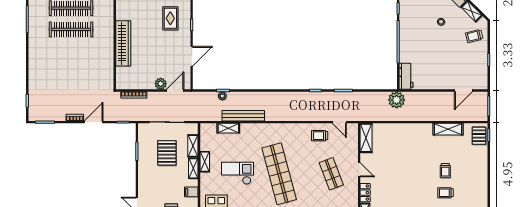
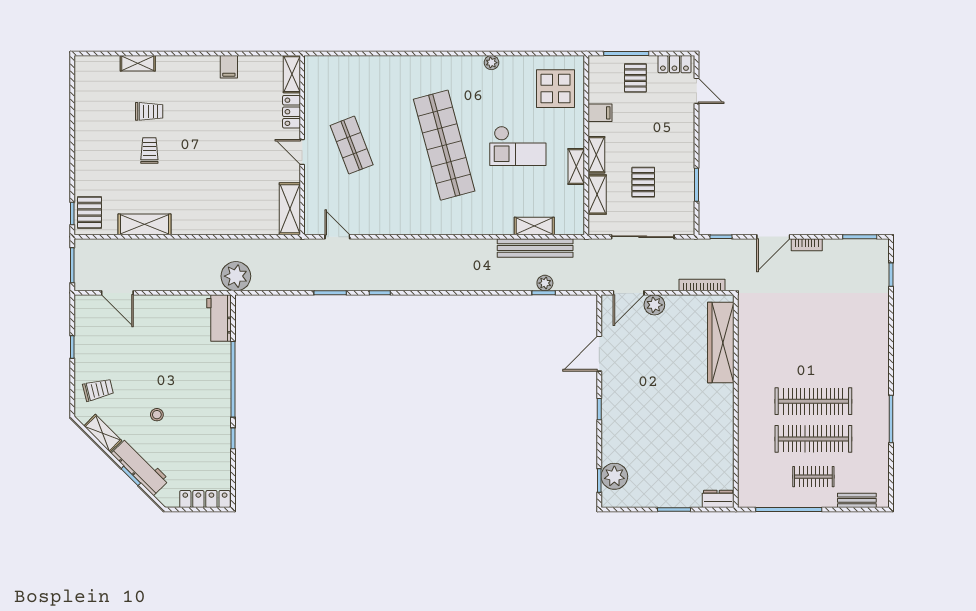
rug: (170, 18) -> (637, 421), removed
wardrobe: (123, 43) -> (721, 342), moved
door: (463, 90) -> (117, 293), swing flipped
bench: (243, 116) -> (535, 248), moved
trolley: (320, 136) -> (372, 213), removed
pallet: (167, 153) -> (643, 182), width x0.67, depth x0.71

